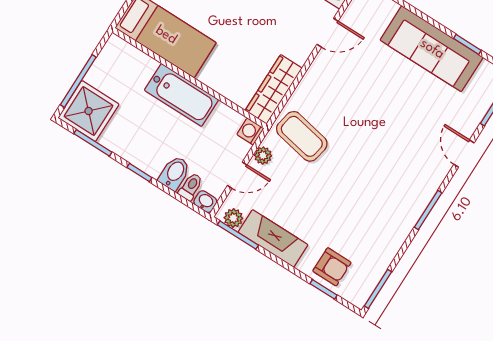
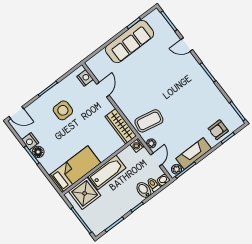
shower: (89, 111) -> (85, 193), moved
armchair: (332, 267) -> (218, 130), turned 180

